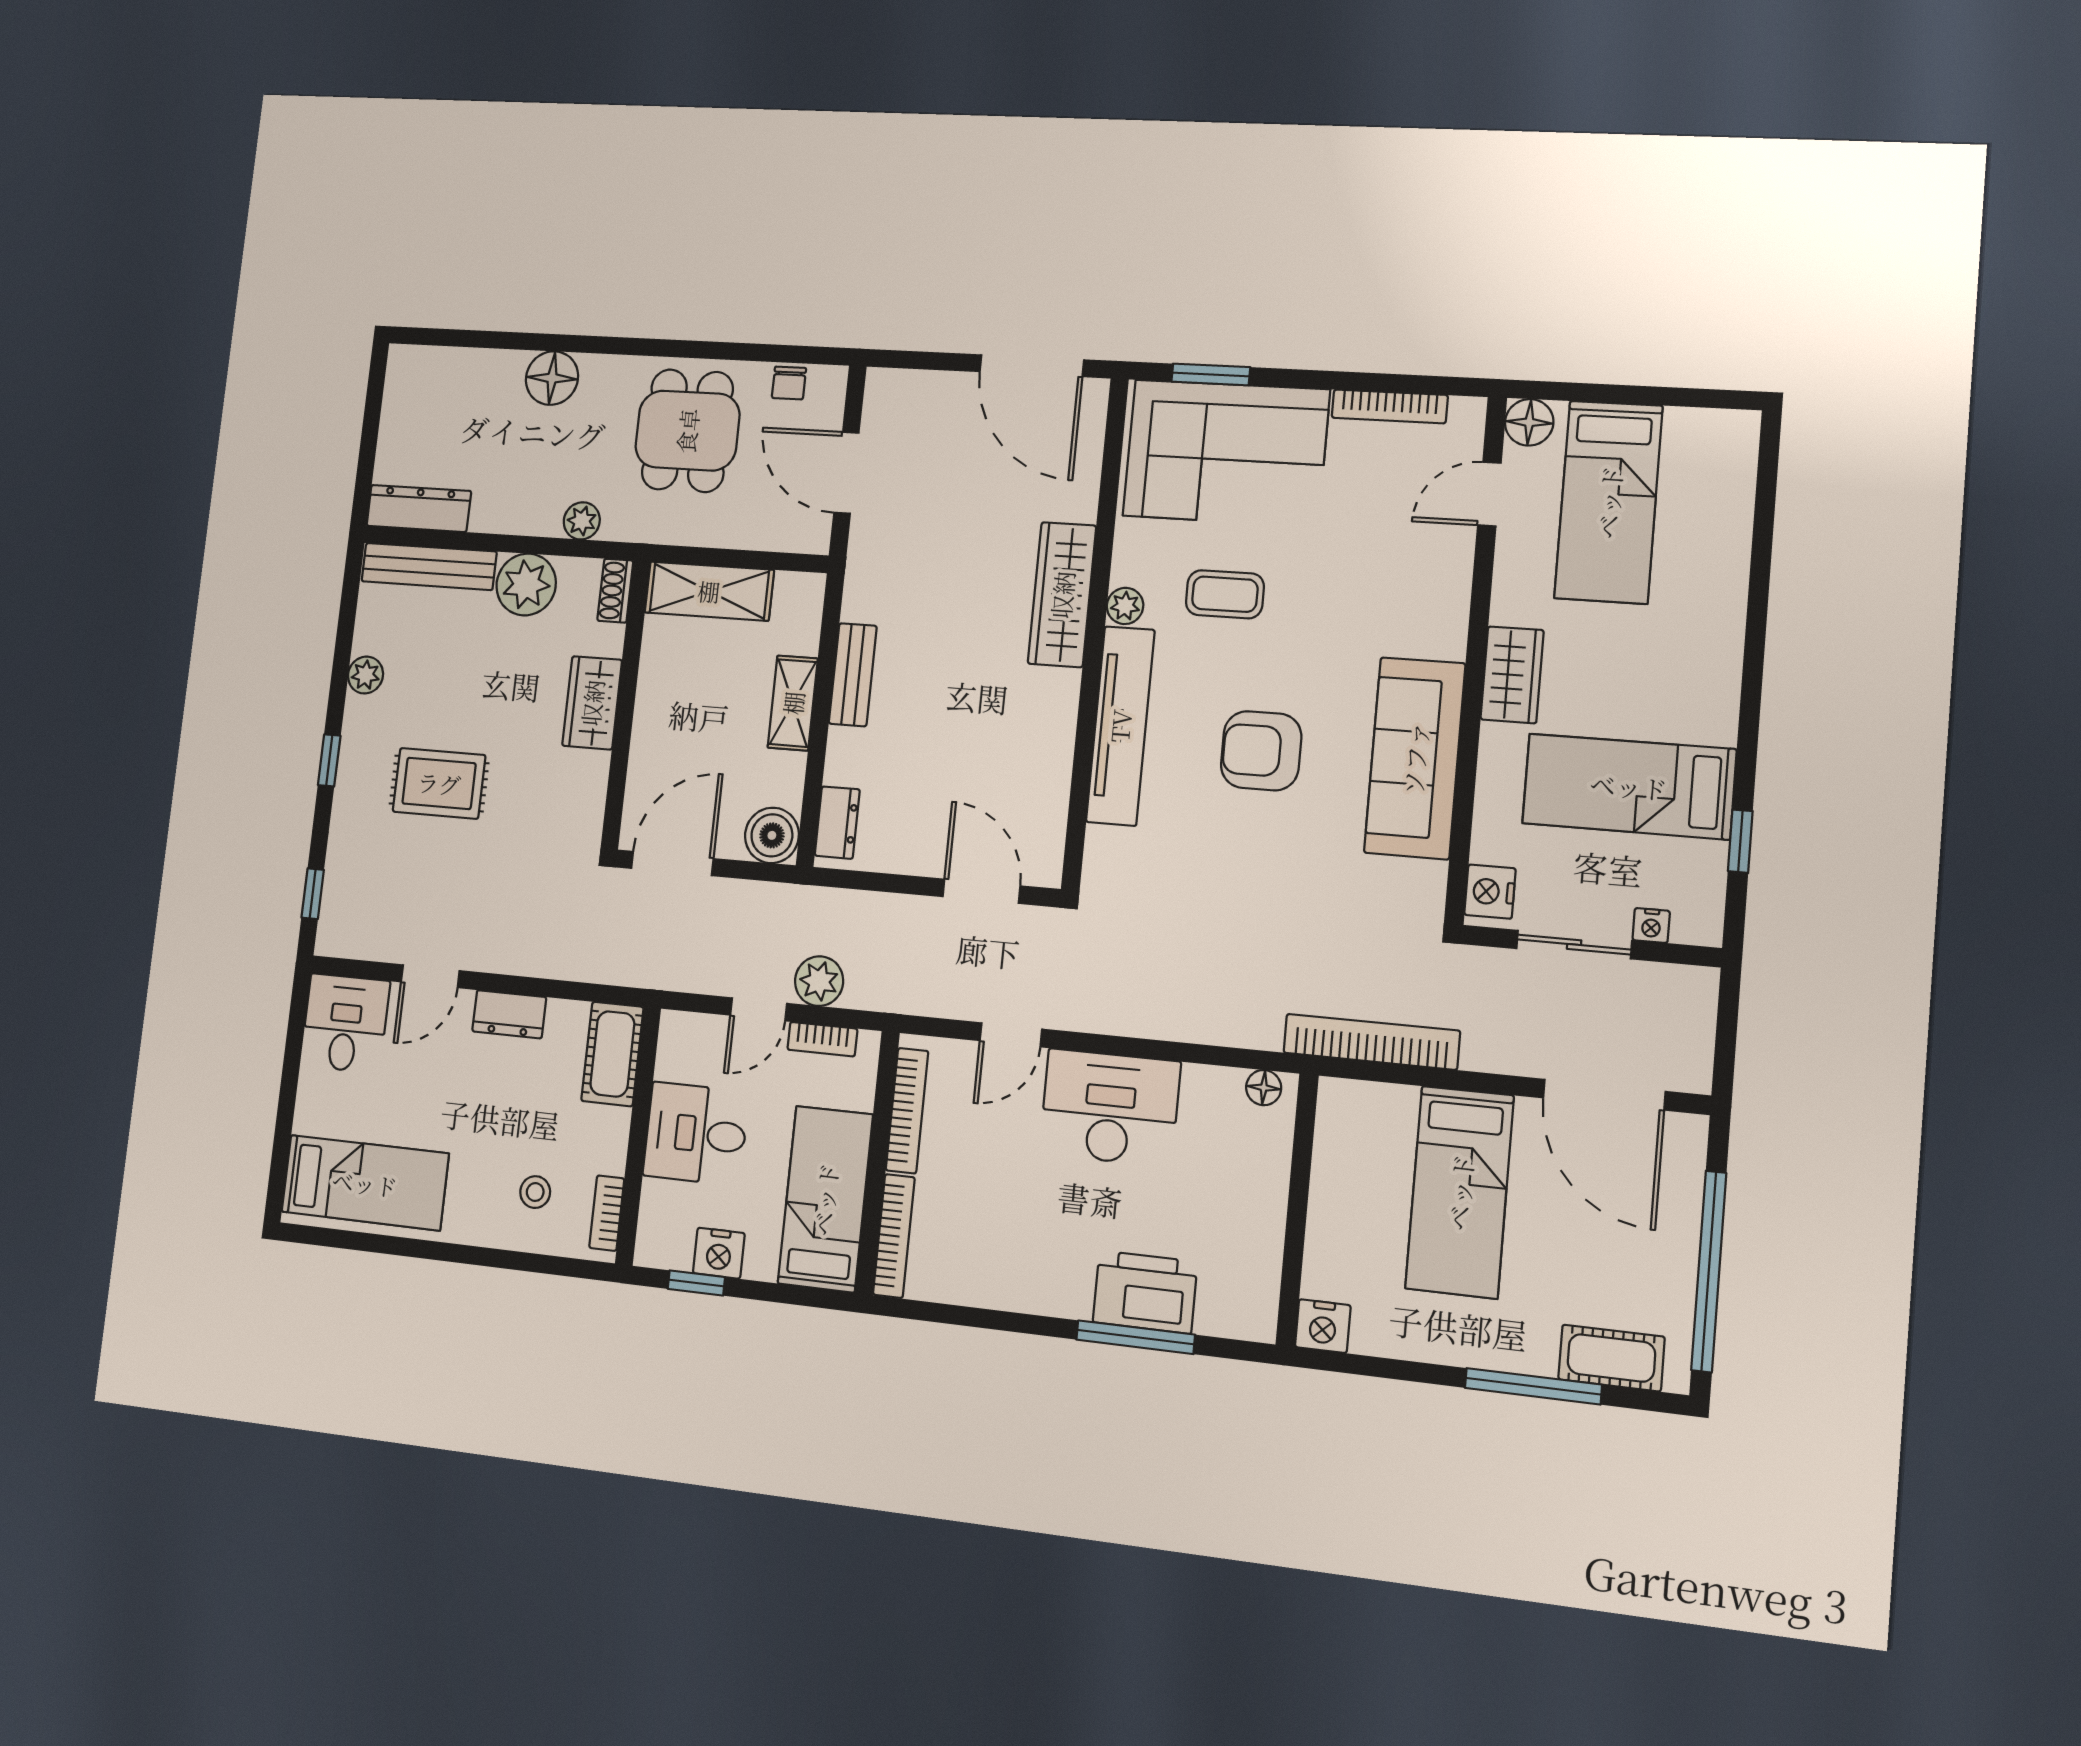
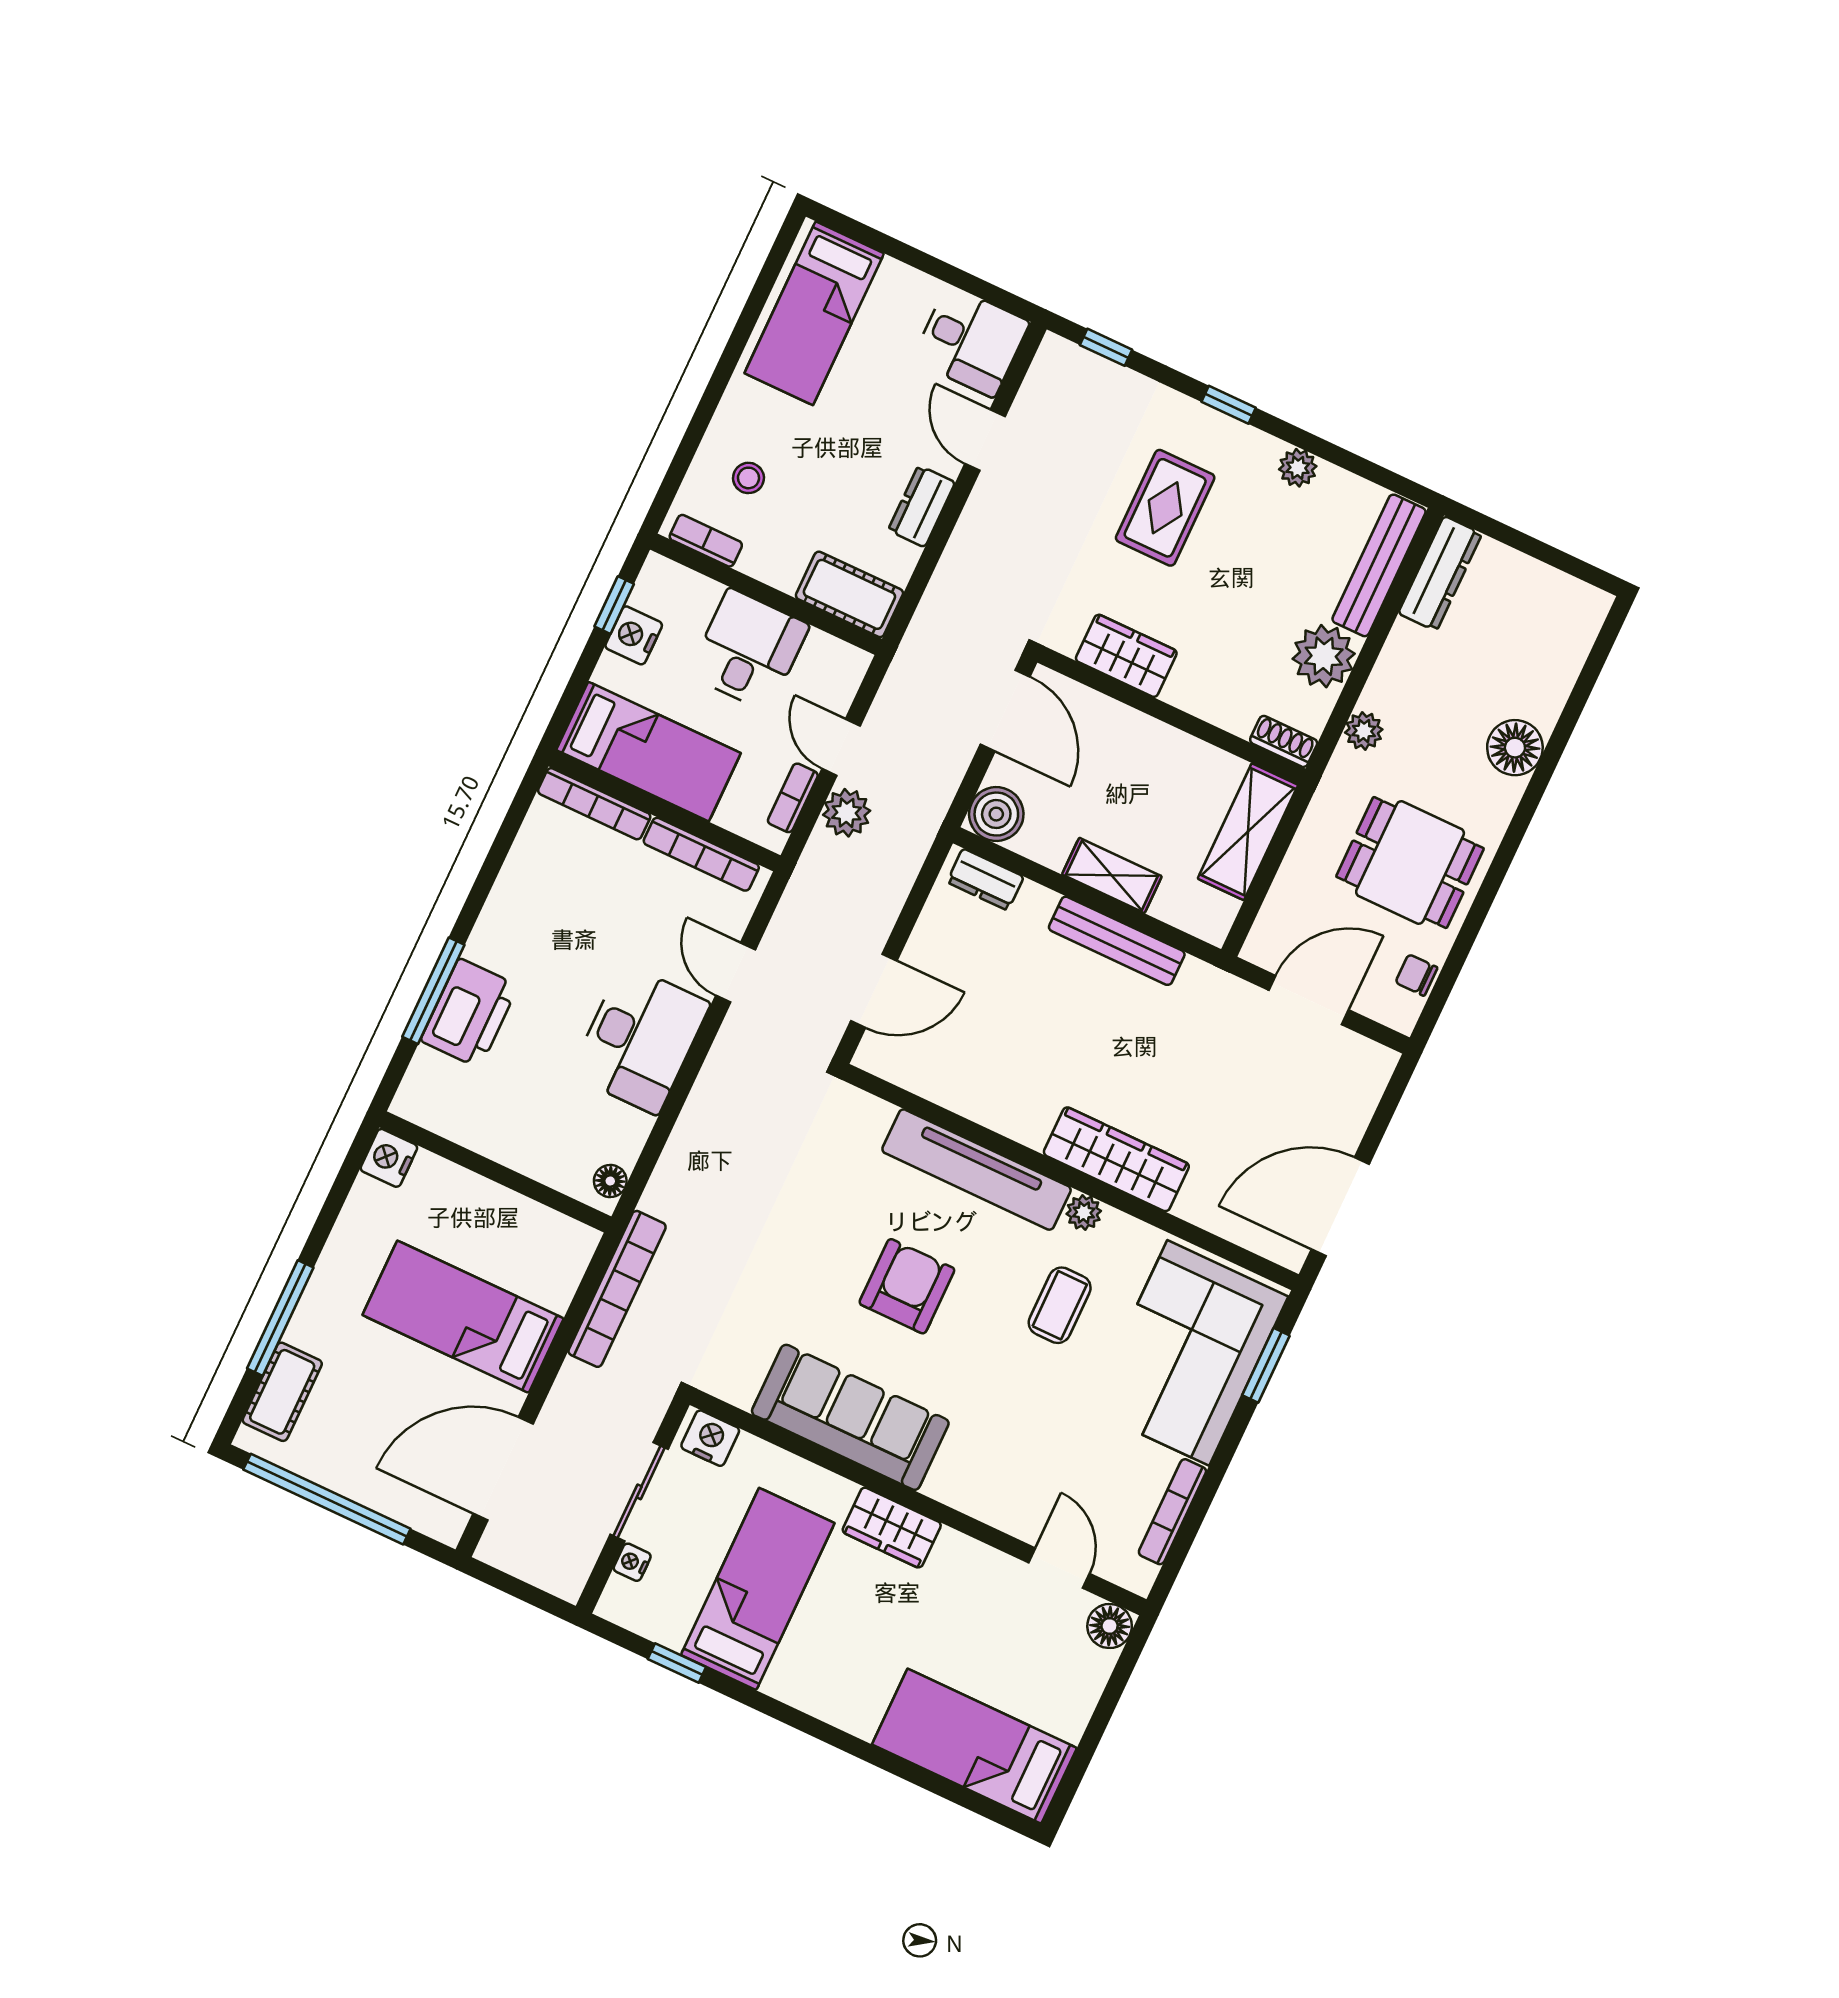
bed: (1609, 502) -> (974, 1746), moved
bench: (853, 675) -> (1117, 941), width x1.36
wardrobe: (592, 703) -> (1126, 656), moved

